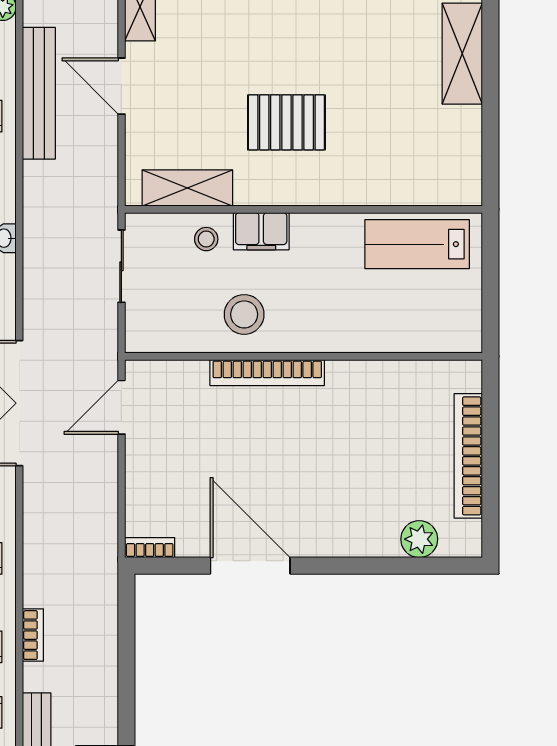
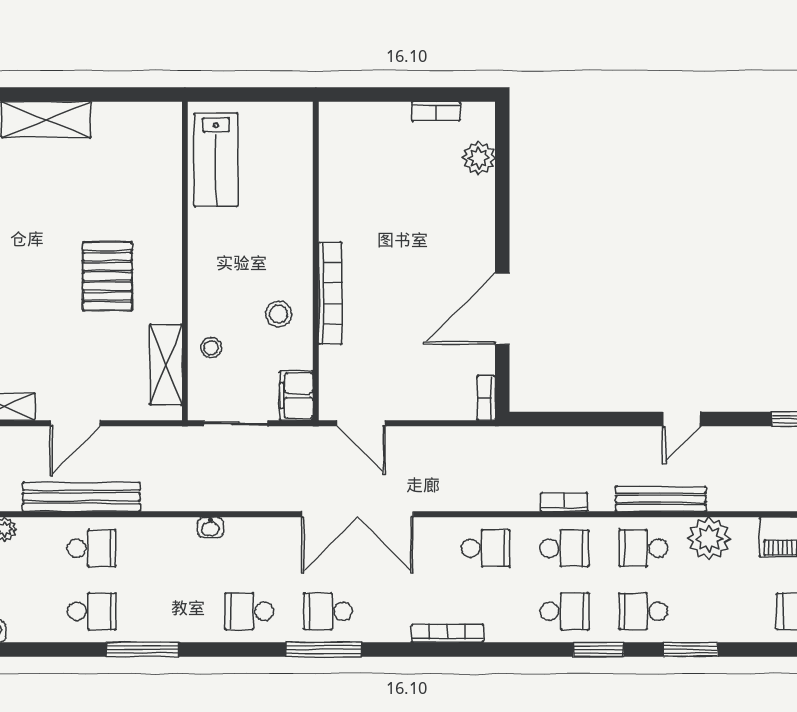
filing cabinet: (261, 231) -> (296, 396), moved, turned 180
stool: (244, 314) -> (278, 314), width x0.73, depth x0.73
bookcase: (468, 456) -> (436, 111), width x0.43, depth x0.76

